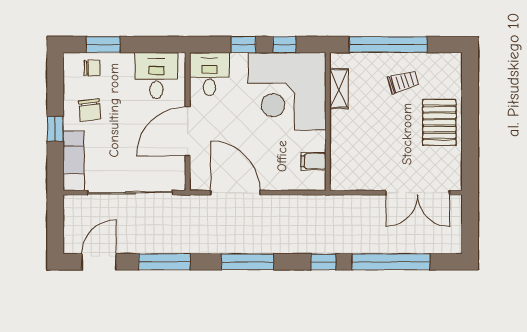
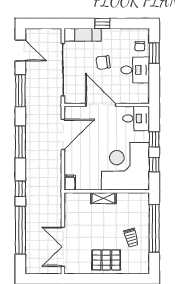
desk: (156, 75) -> (135, 70), moved
shelving: (339, 89) -> (103, 198), moved
chair: (90, 110) -> (103, 62), moved
filing cabinet: (313, 161) -> (70, 183), moved

